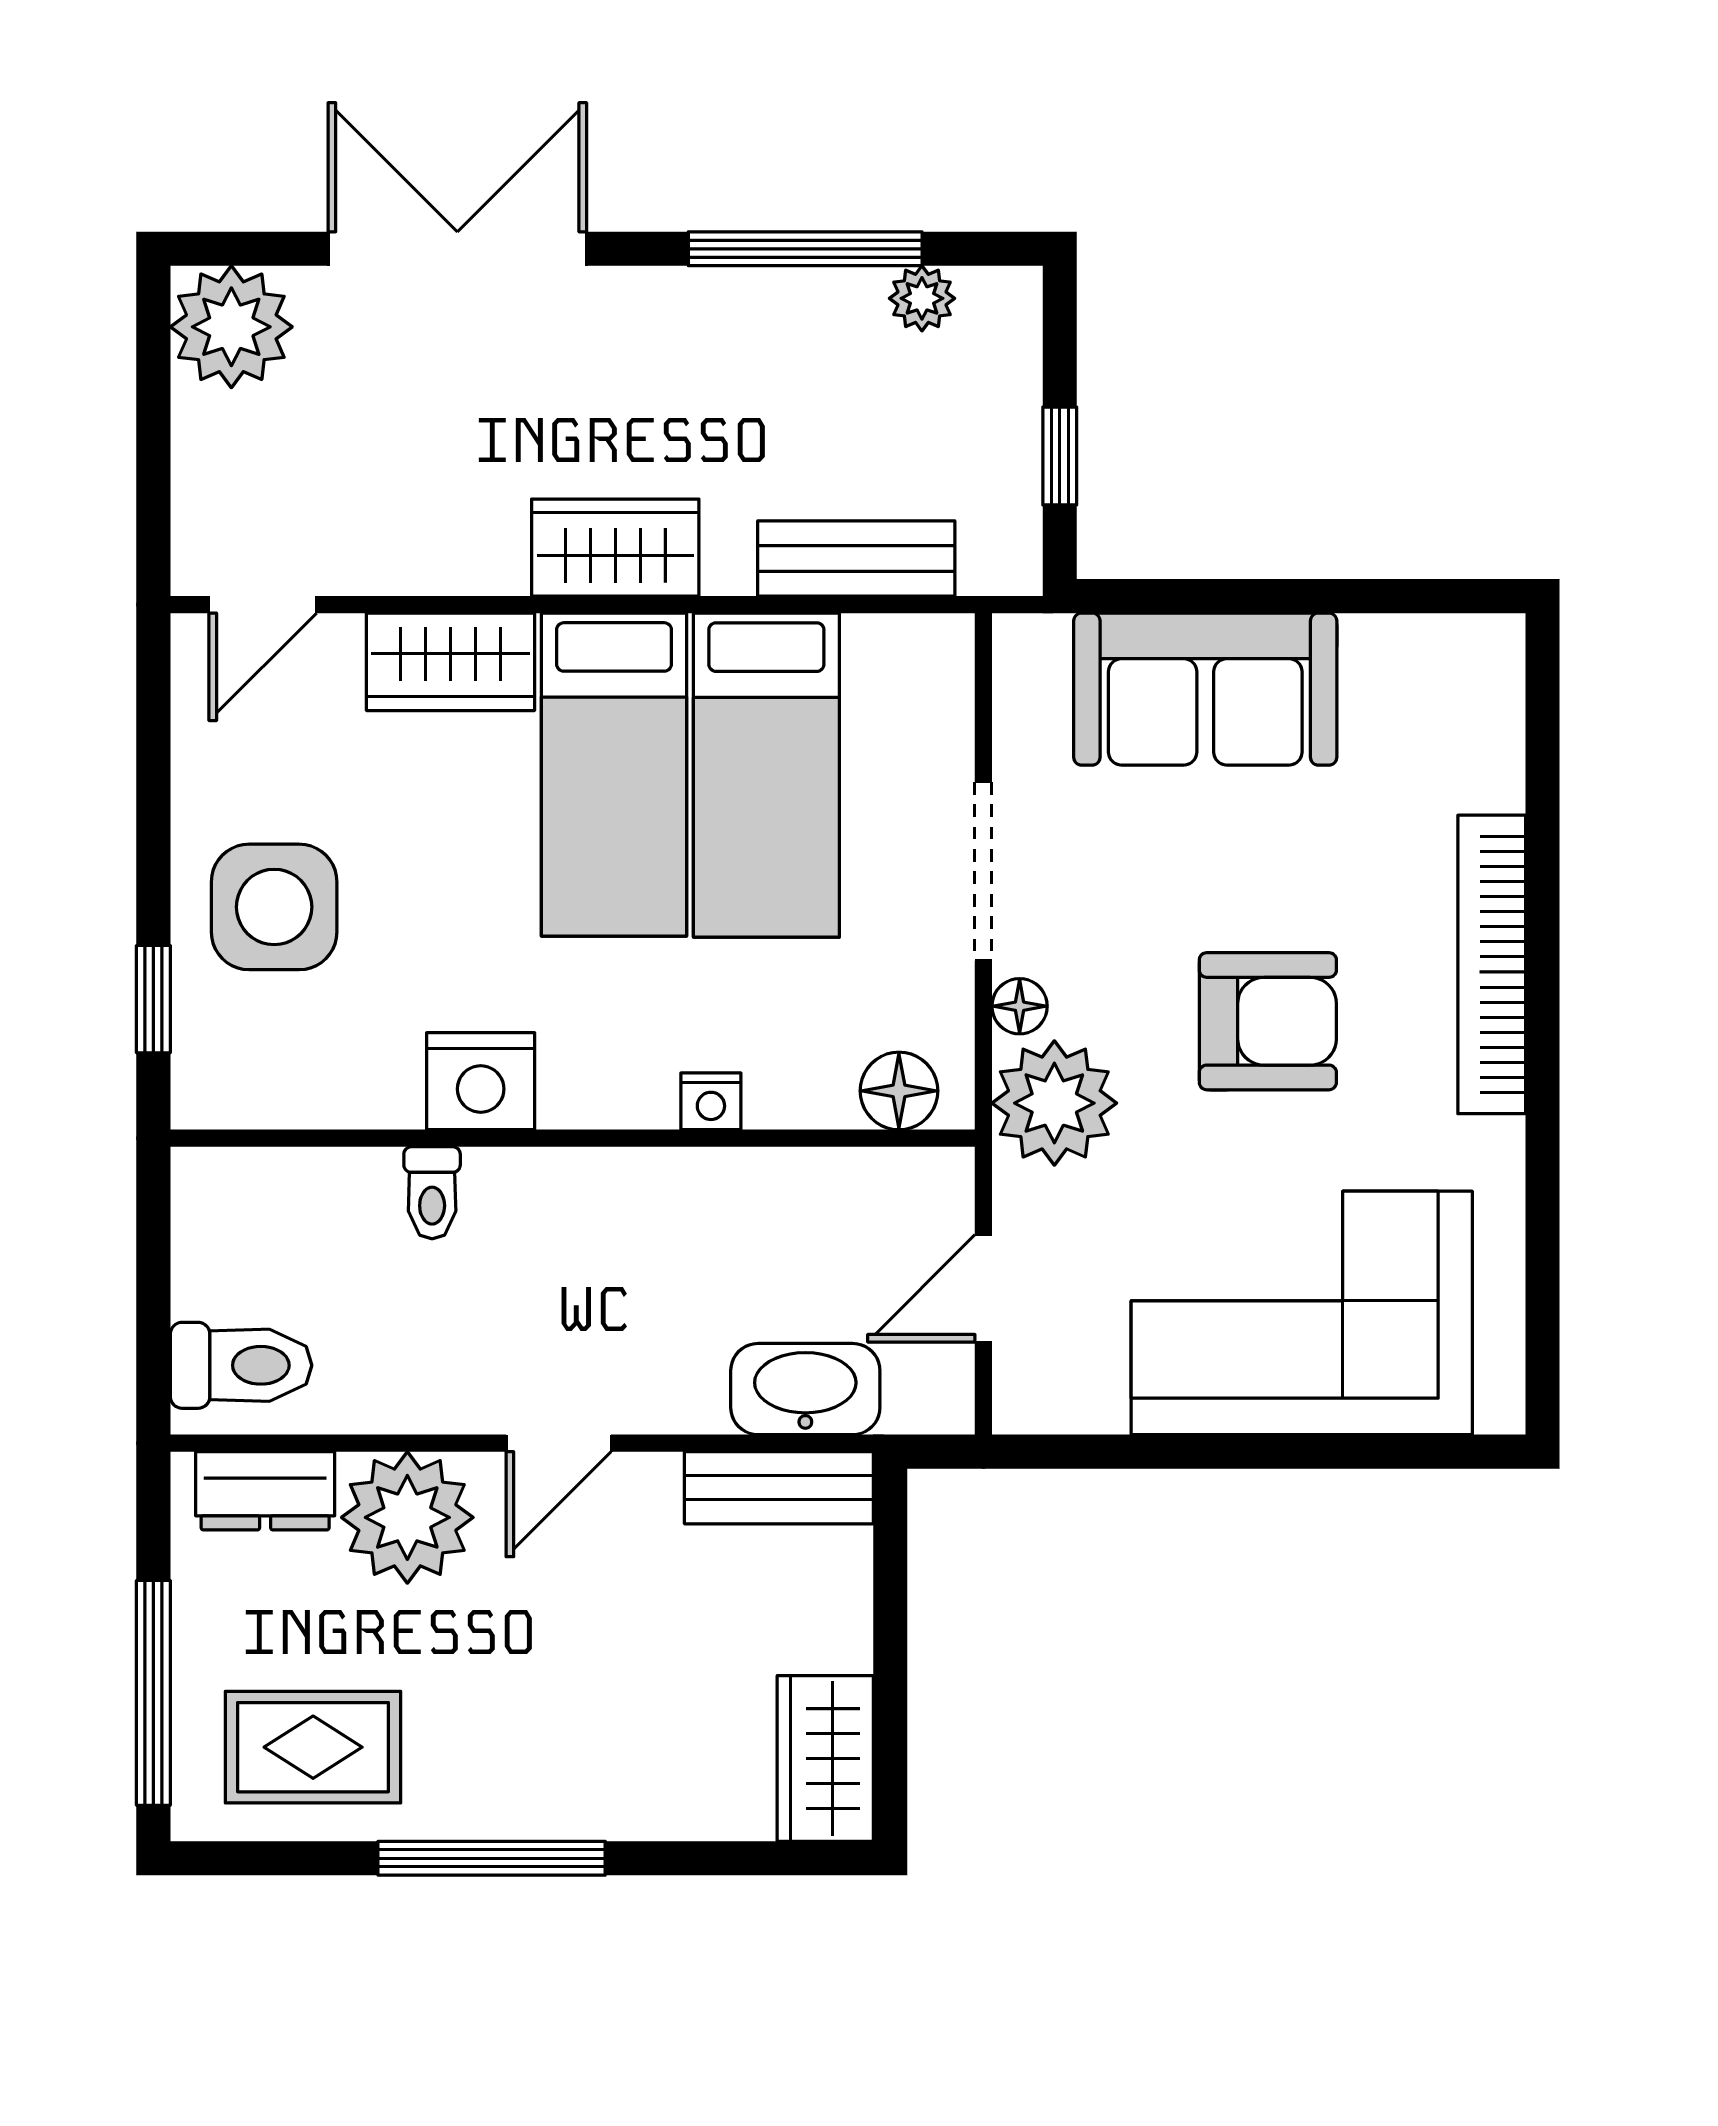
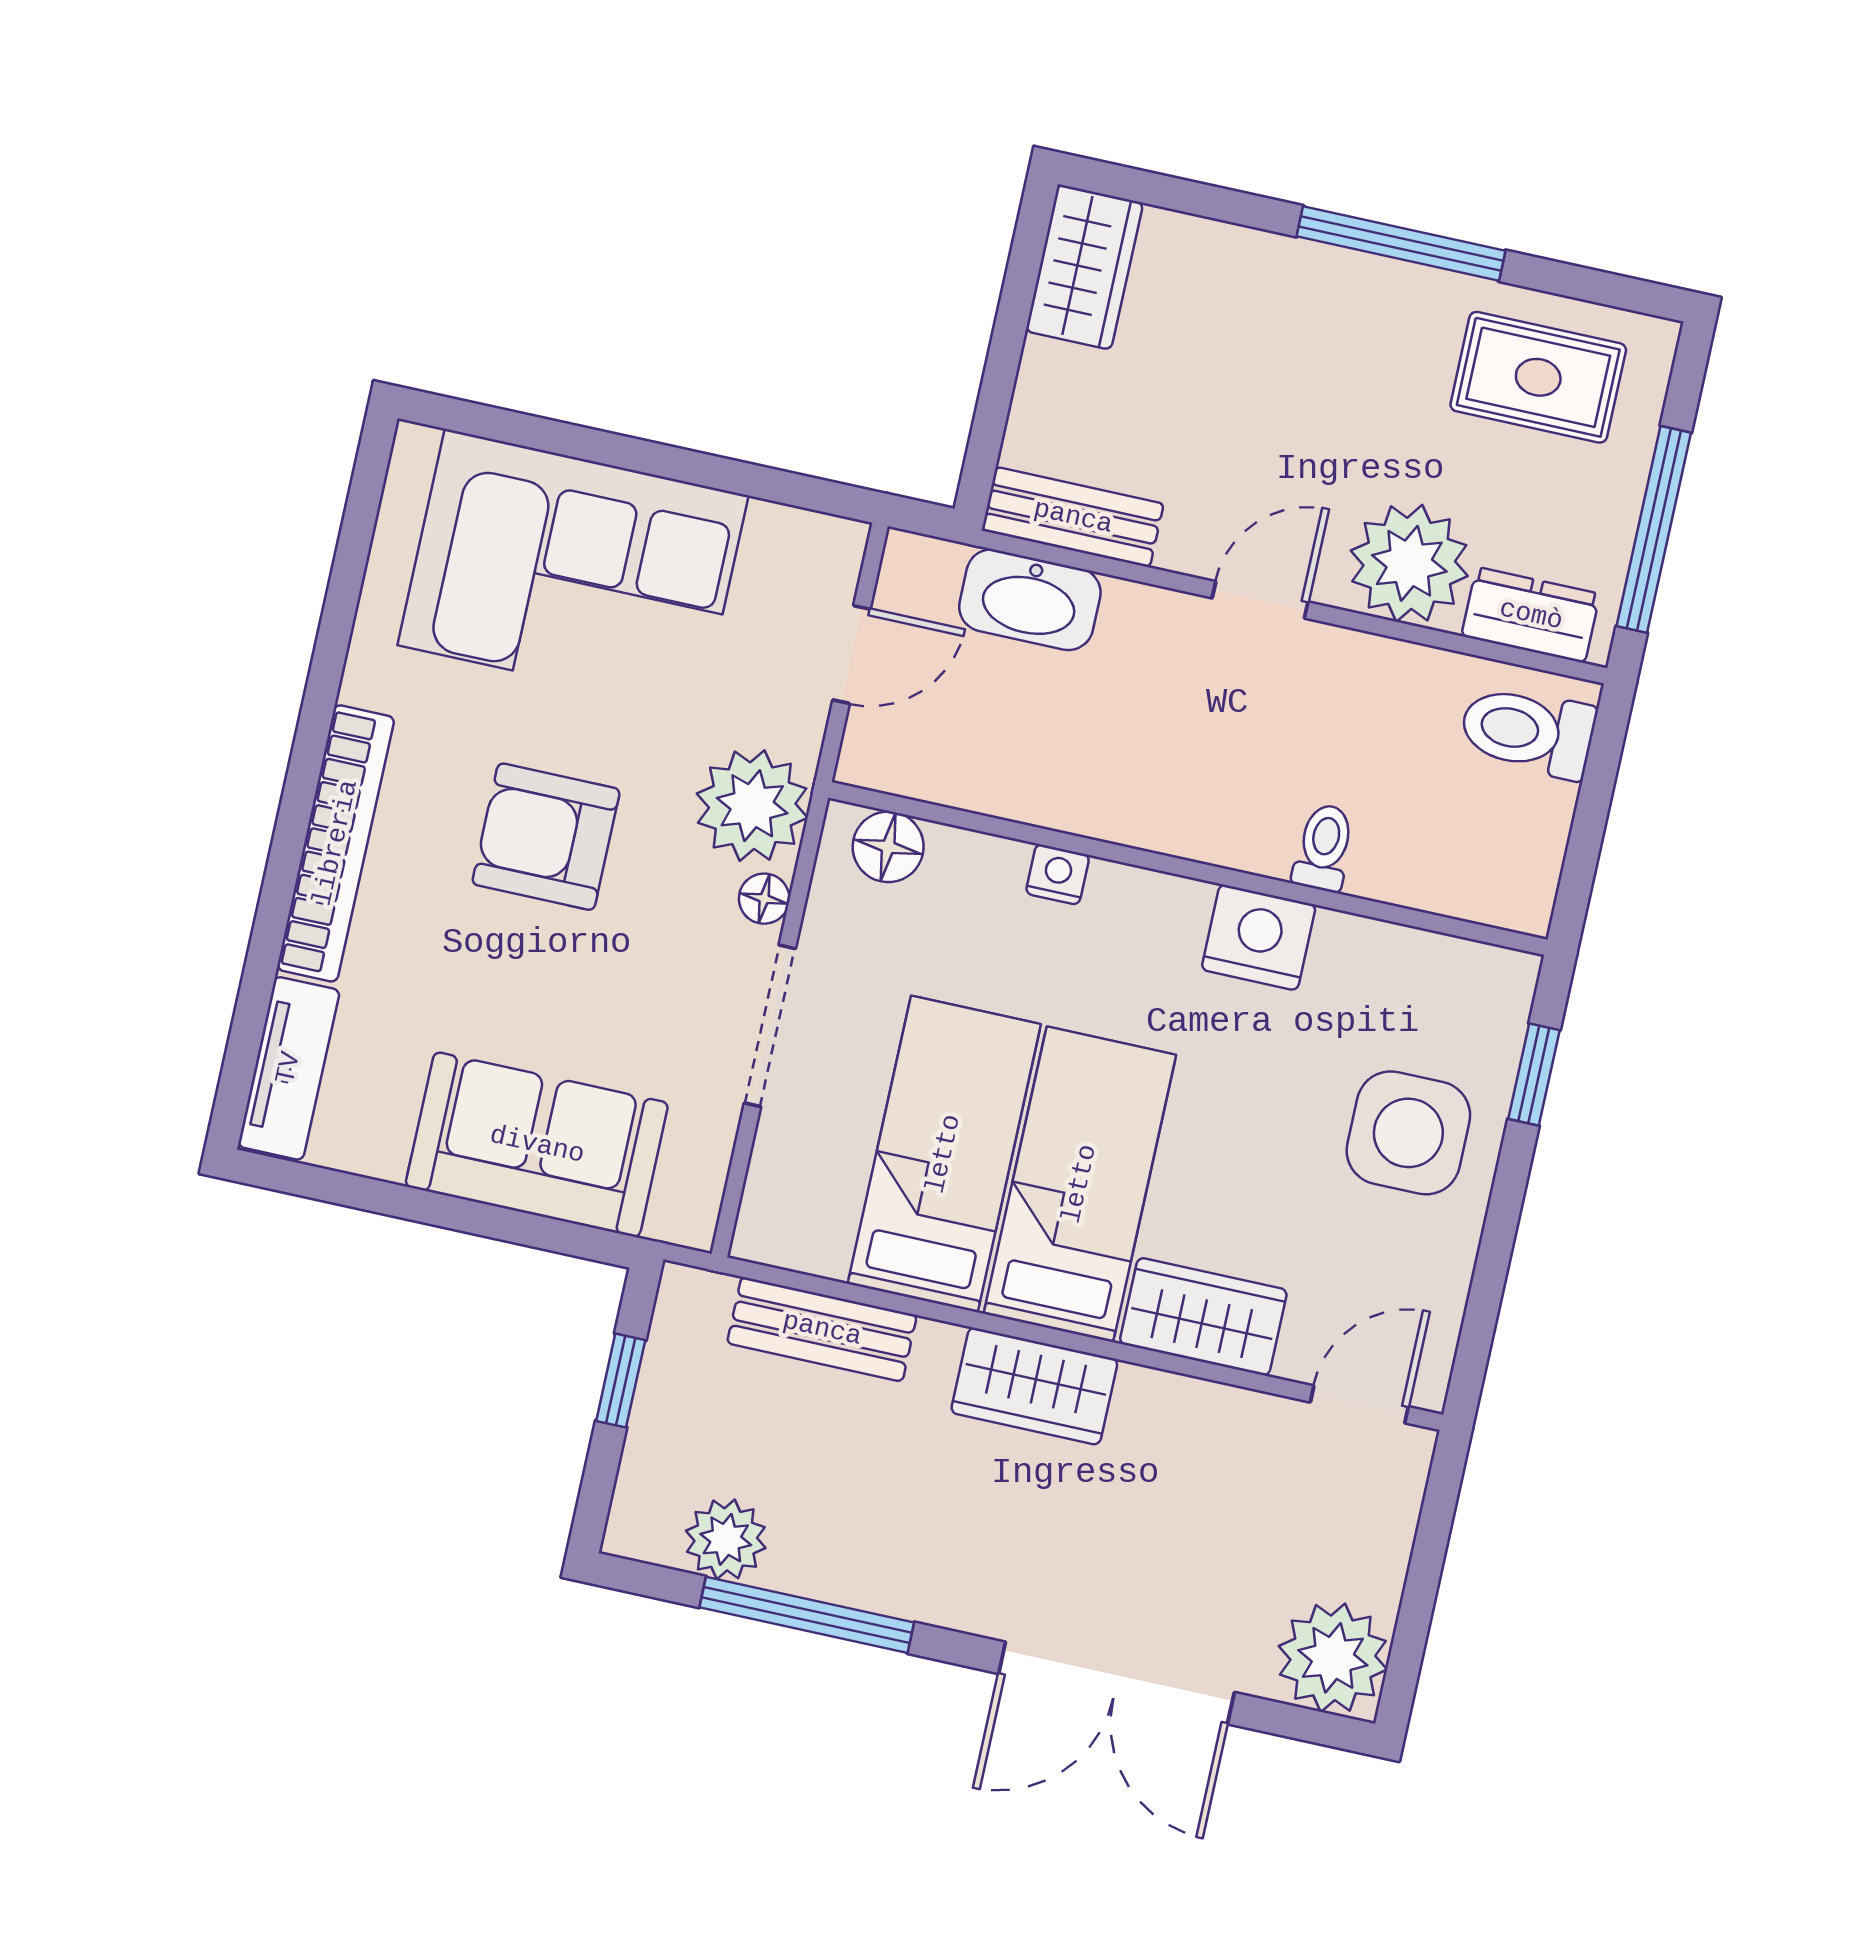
plant: (922, 298) -> (726, 1539), width x1.38, depth x1.38
tv unit: (1489, 712) -> (289, 1068), added
window: (153, 1693) -> (1654, 529), moved

